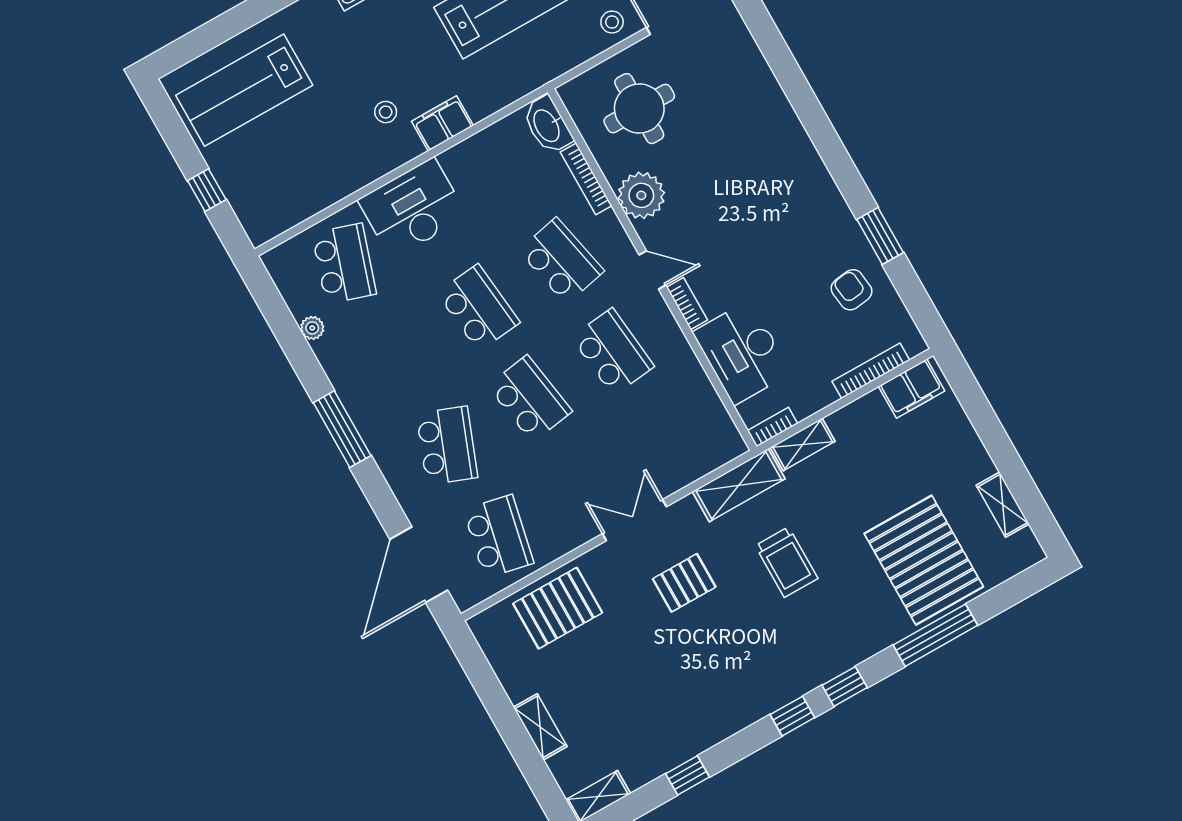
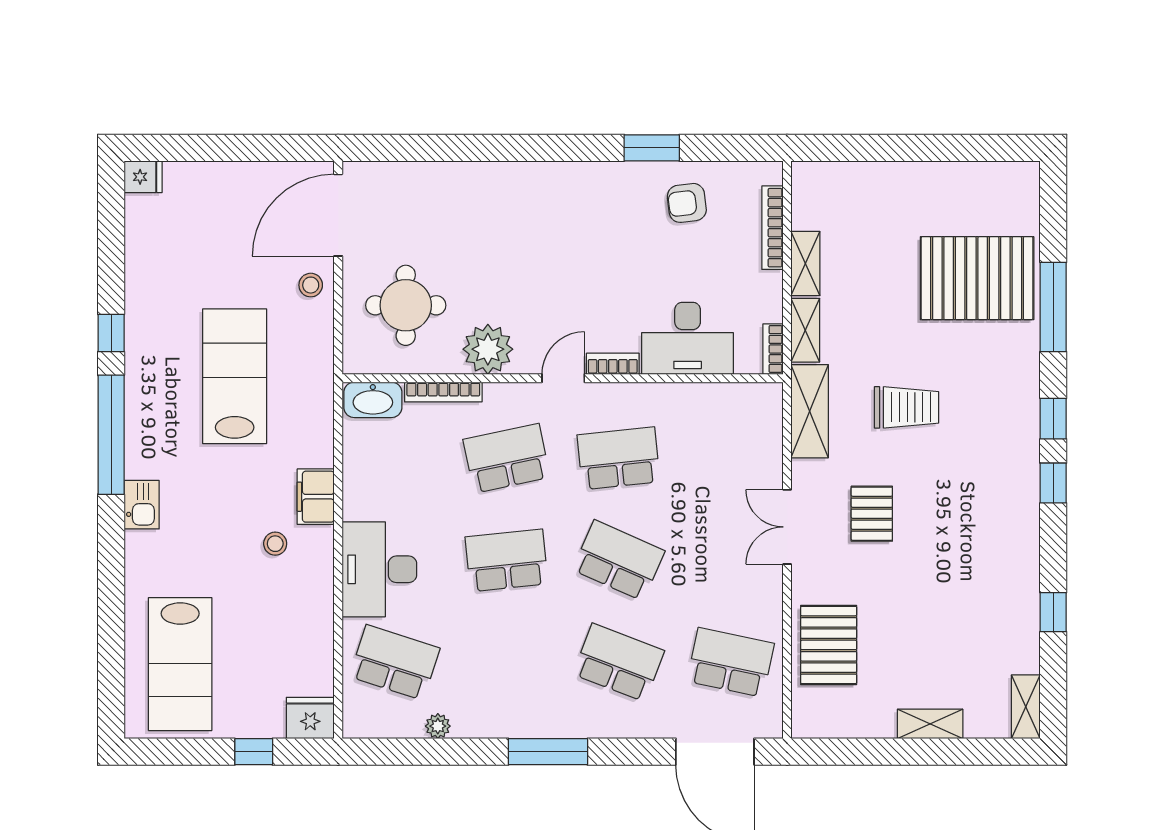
fridge: (260, 221) -> (310, 718), added
filing cabinet: (912, 389) -> (811, 199), removed
school desk: (530, 399) -> (619, 560), turned 33
shelving: (1003, 505) -> (805, 264), moved, turned 90

